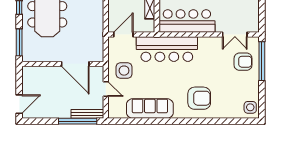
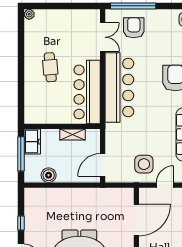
door: (123, 35) -> (103, 165), hinge flipped
bar counter: (167, 49) -> (119, 88), moved

